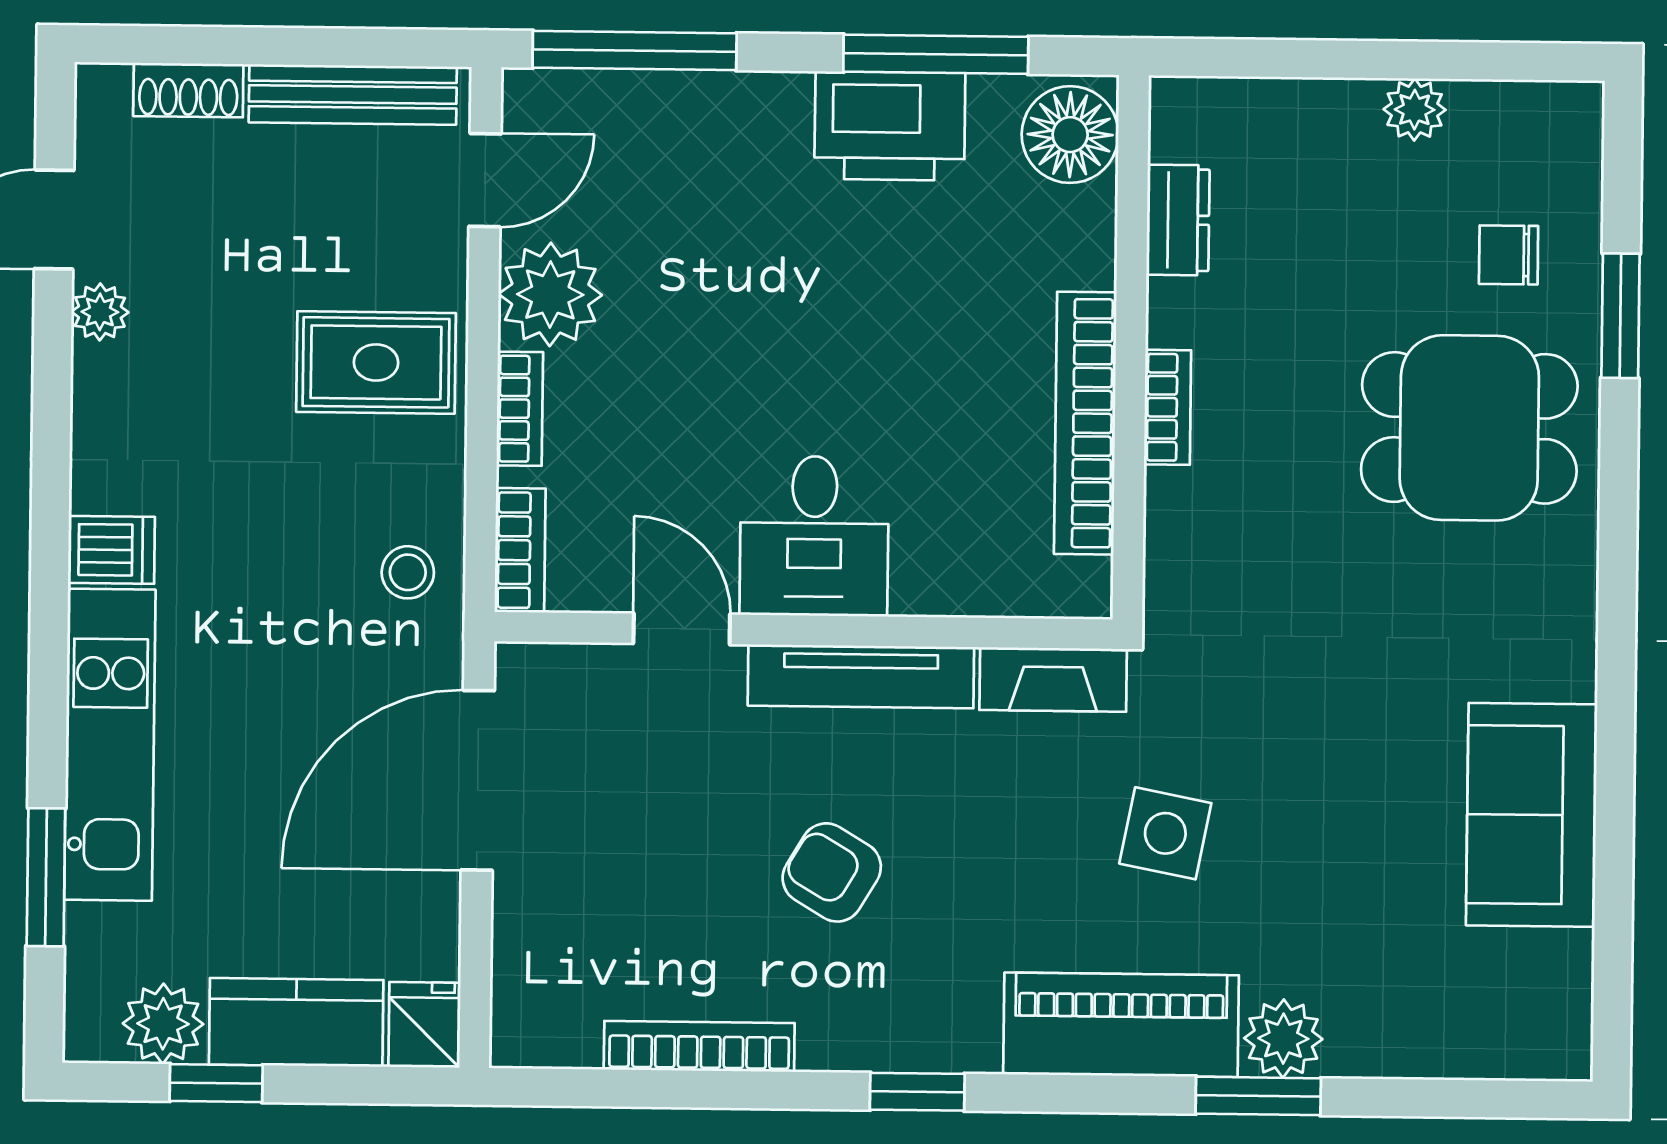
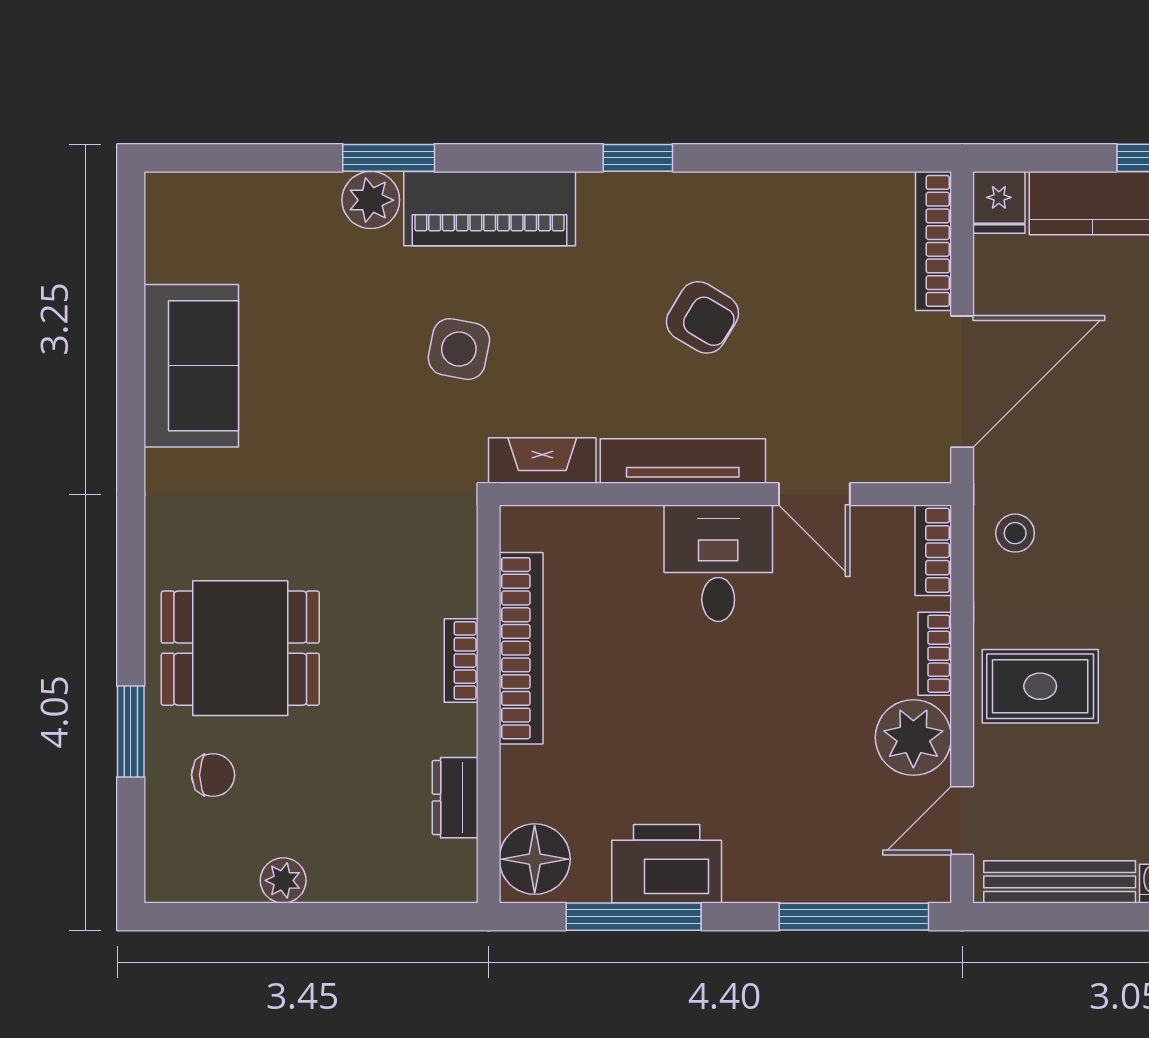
bookcase: (699, 1046) -> (934, 241), moved, turned 90

